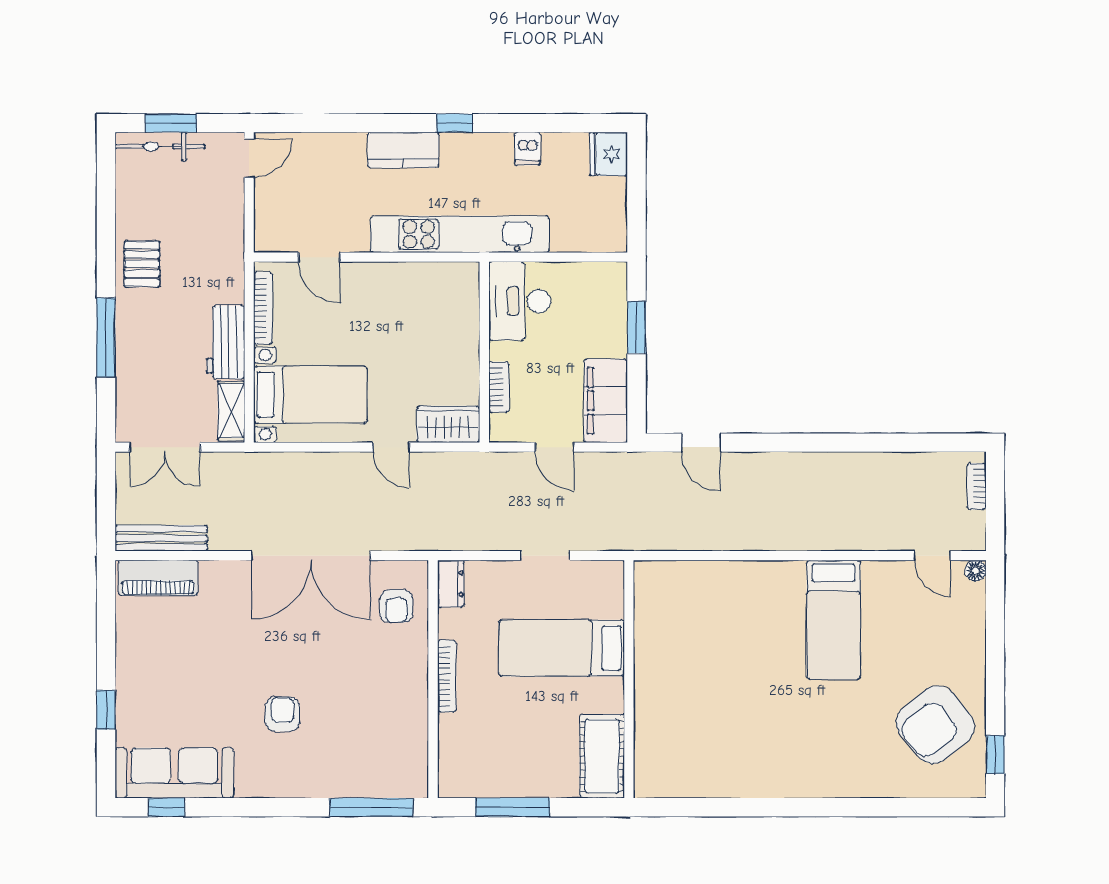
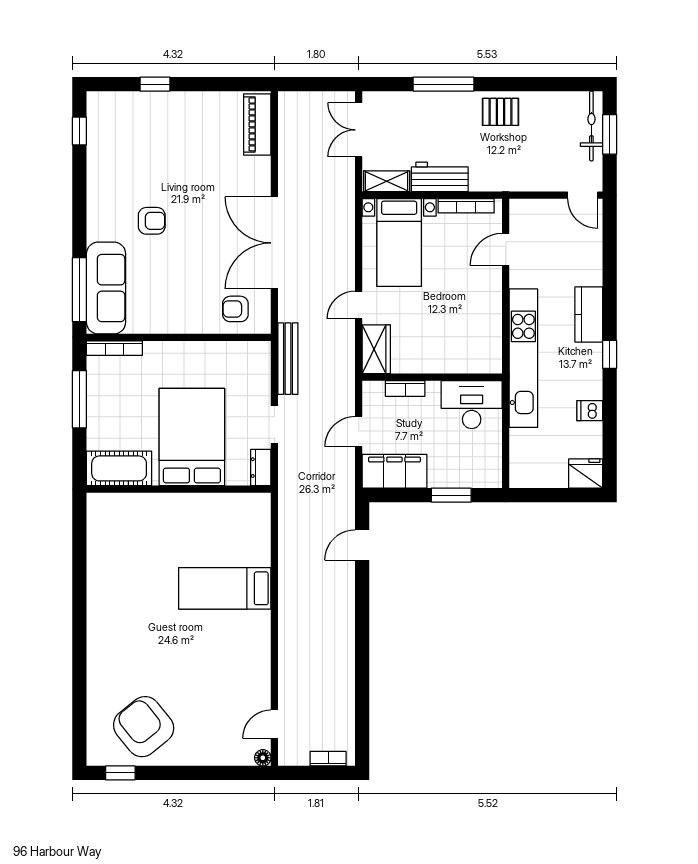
bench: (161, 538) -> (288, 359), moved
dresser: (451, 584) -> (261, 468), moved, turned 90
bed: (833, 620) -> (225, 588), moved
bed: (562, 648) -> (192, 437), width x1.50
bookcase: (447, 676) -> (114, 348), moved
sofa: (174, 773) -> (106, 288), moved

